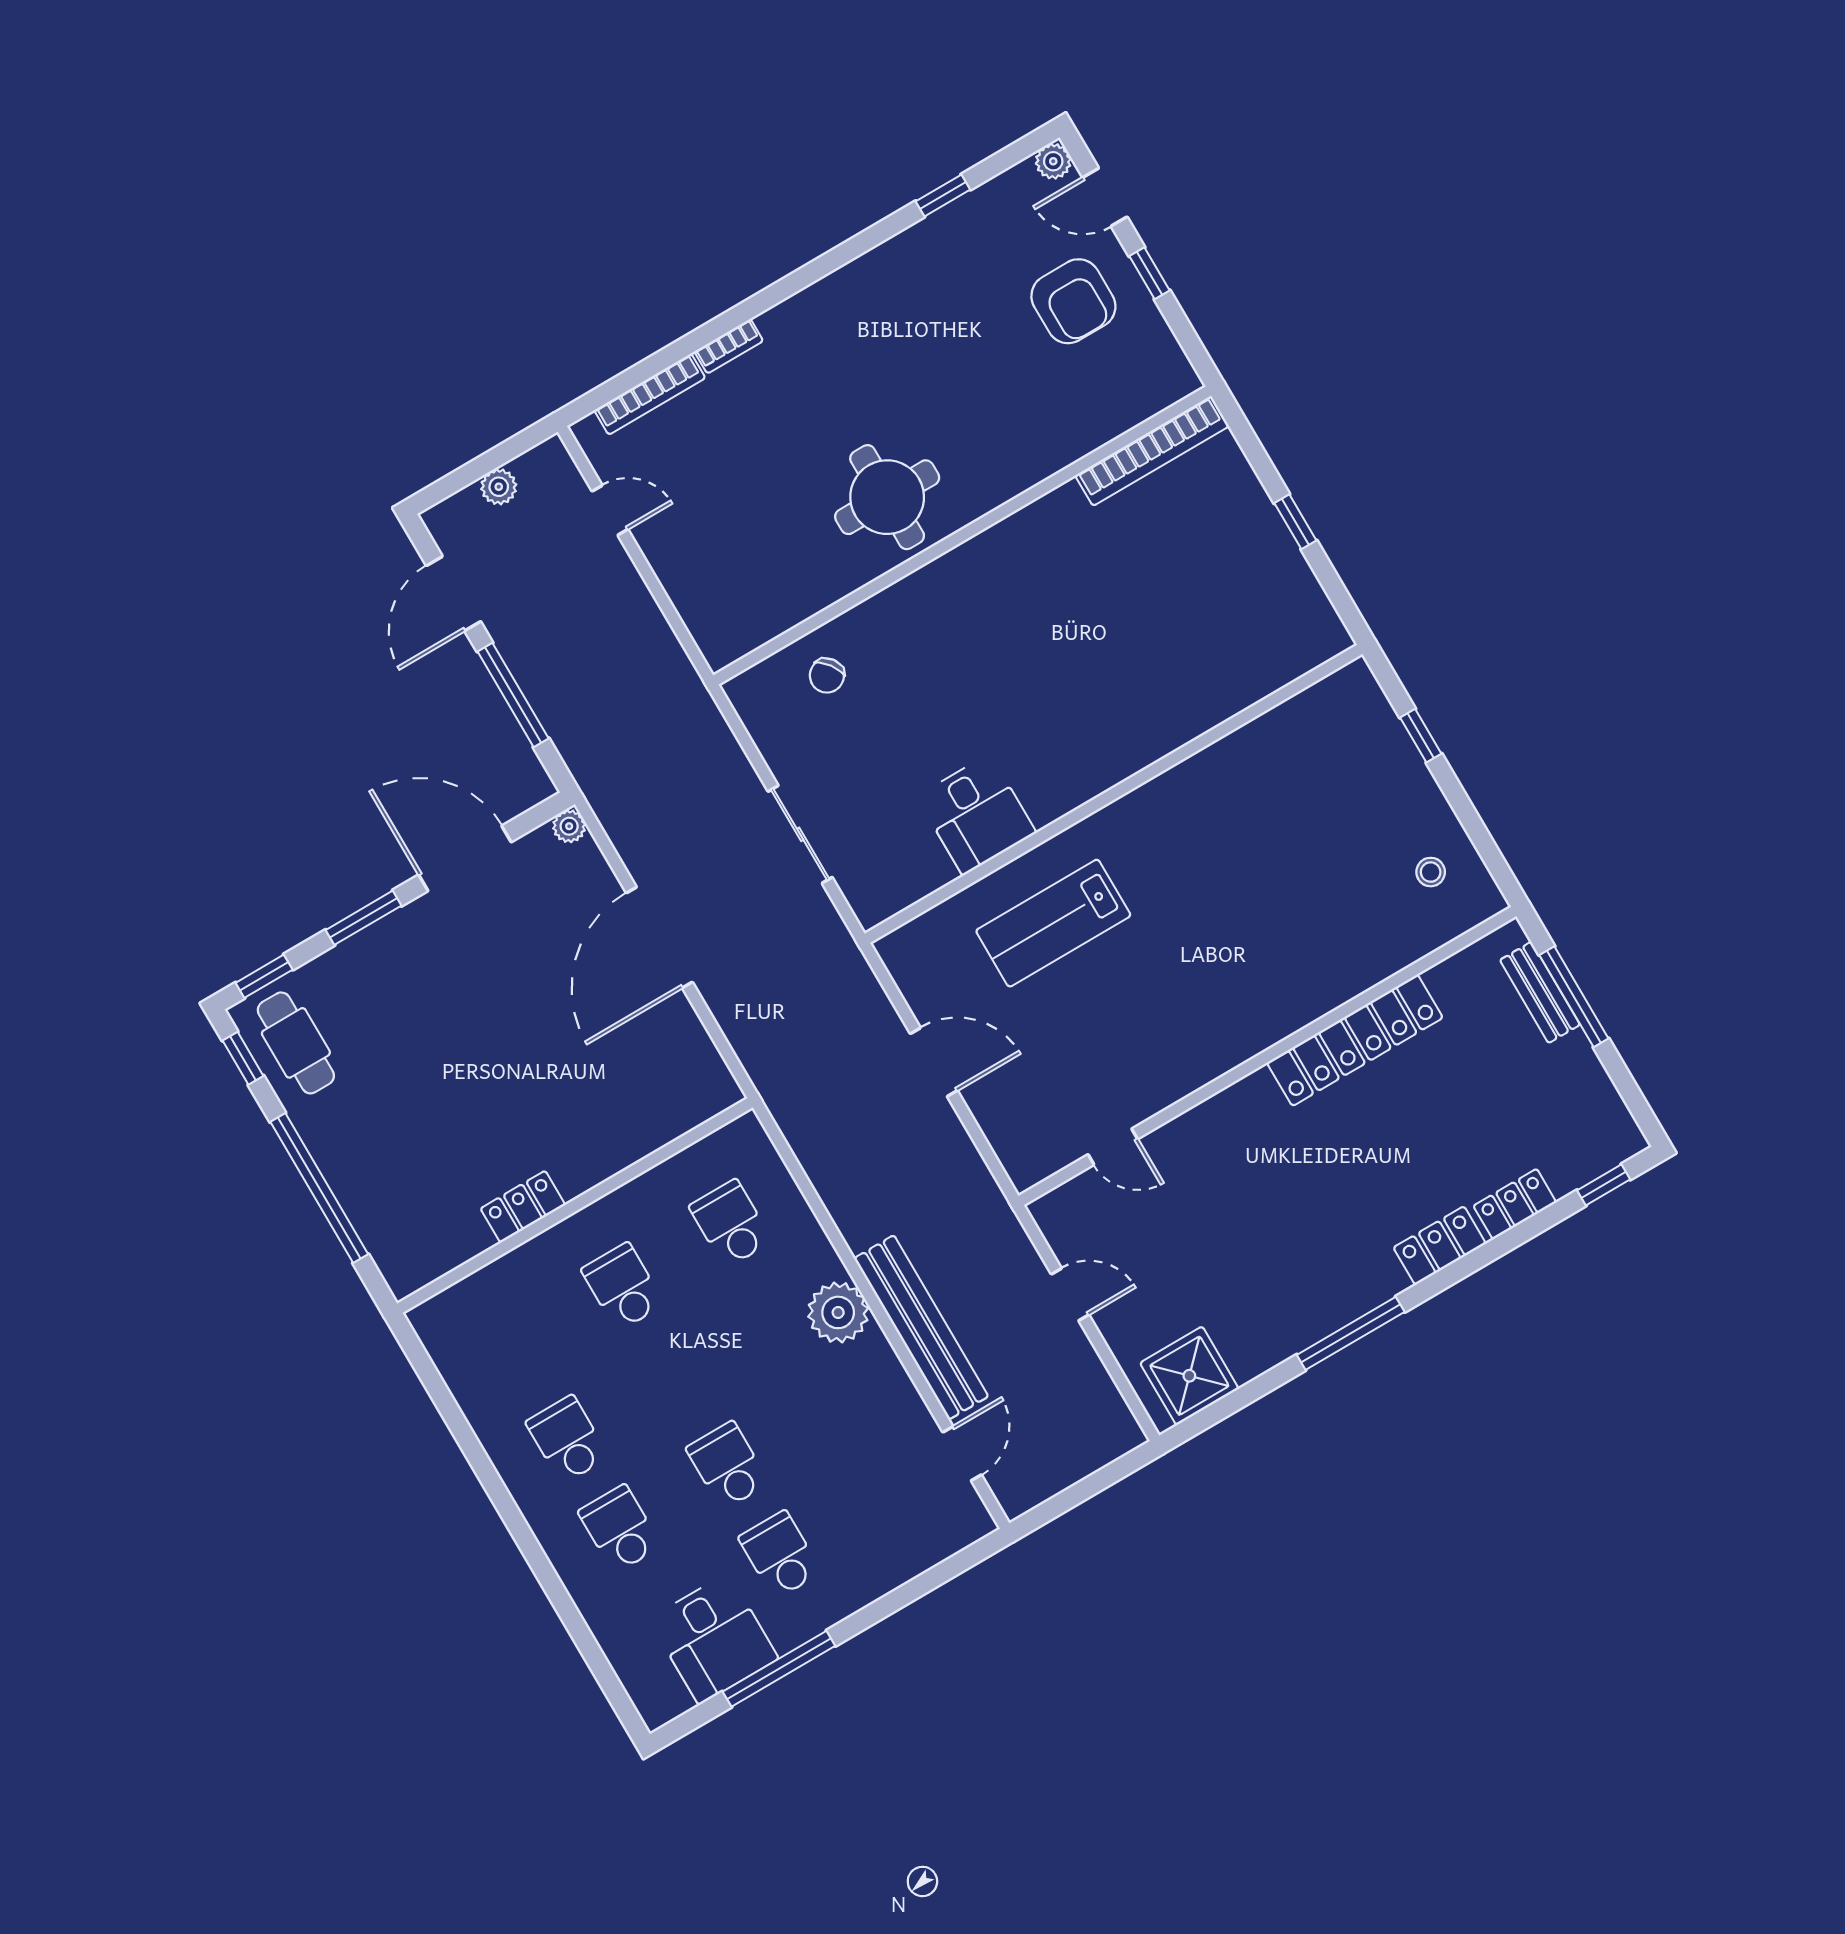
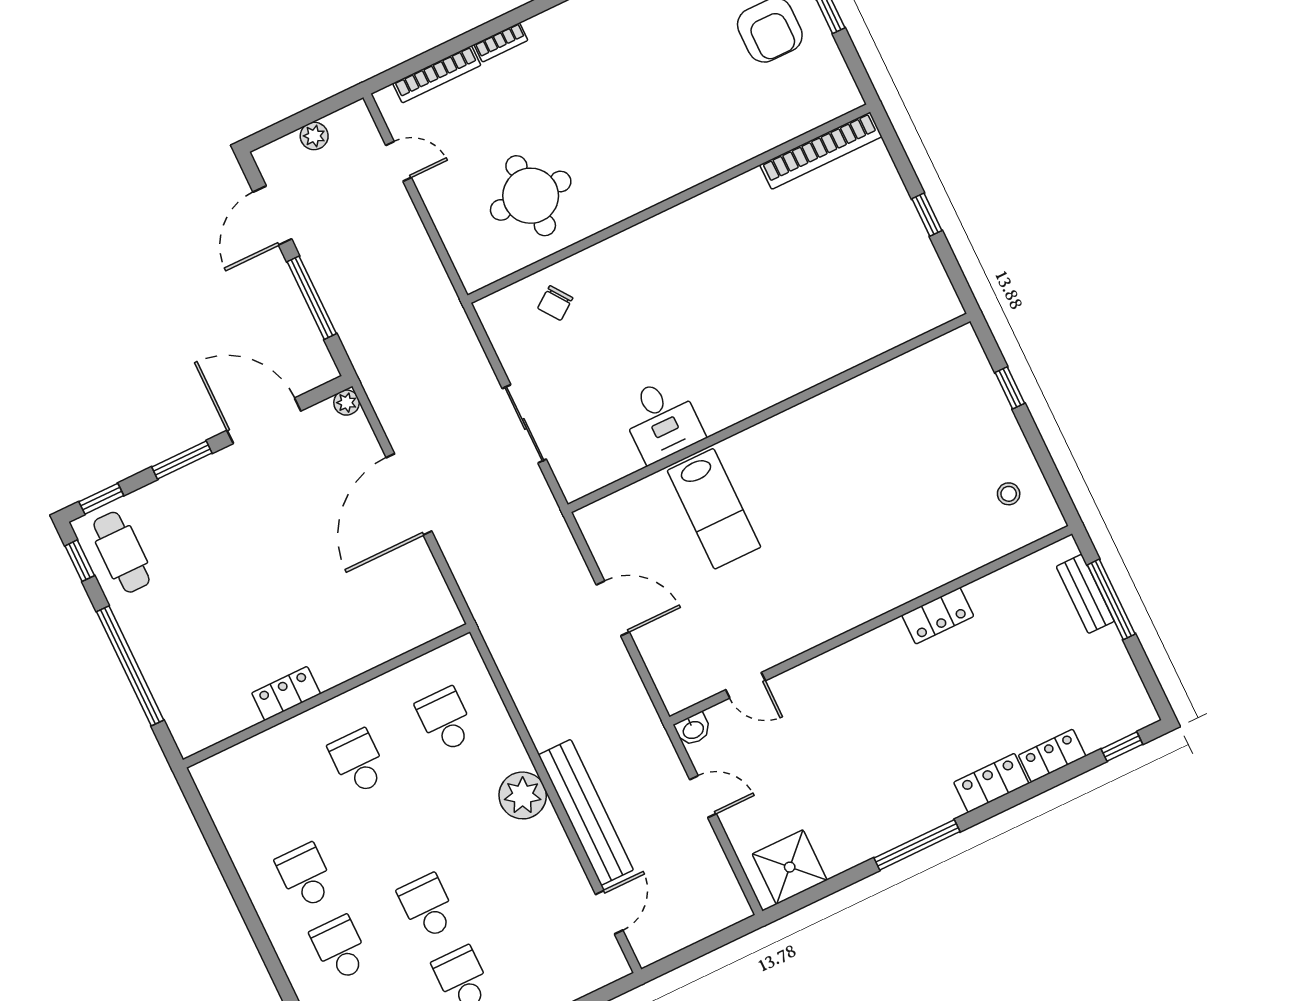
round table: (887, 497) -> (531, 196), moved
lab bench: (1053, 923) -> (714, 509), turned -90
locker: (1355, 1040) -> (938, 616), width x0.46, depth x0.83
washbasin: (1050, 1209) -> (693, 729), added

